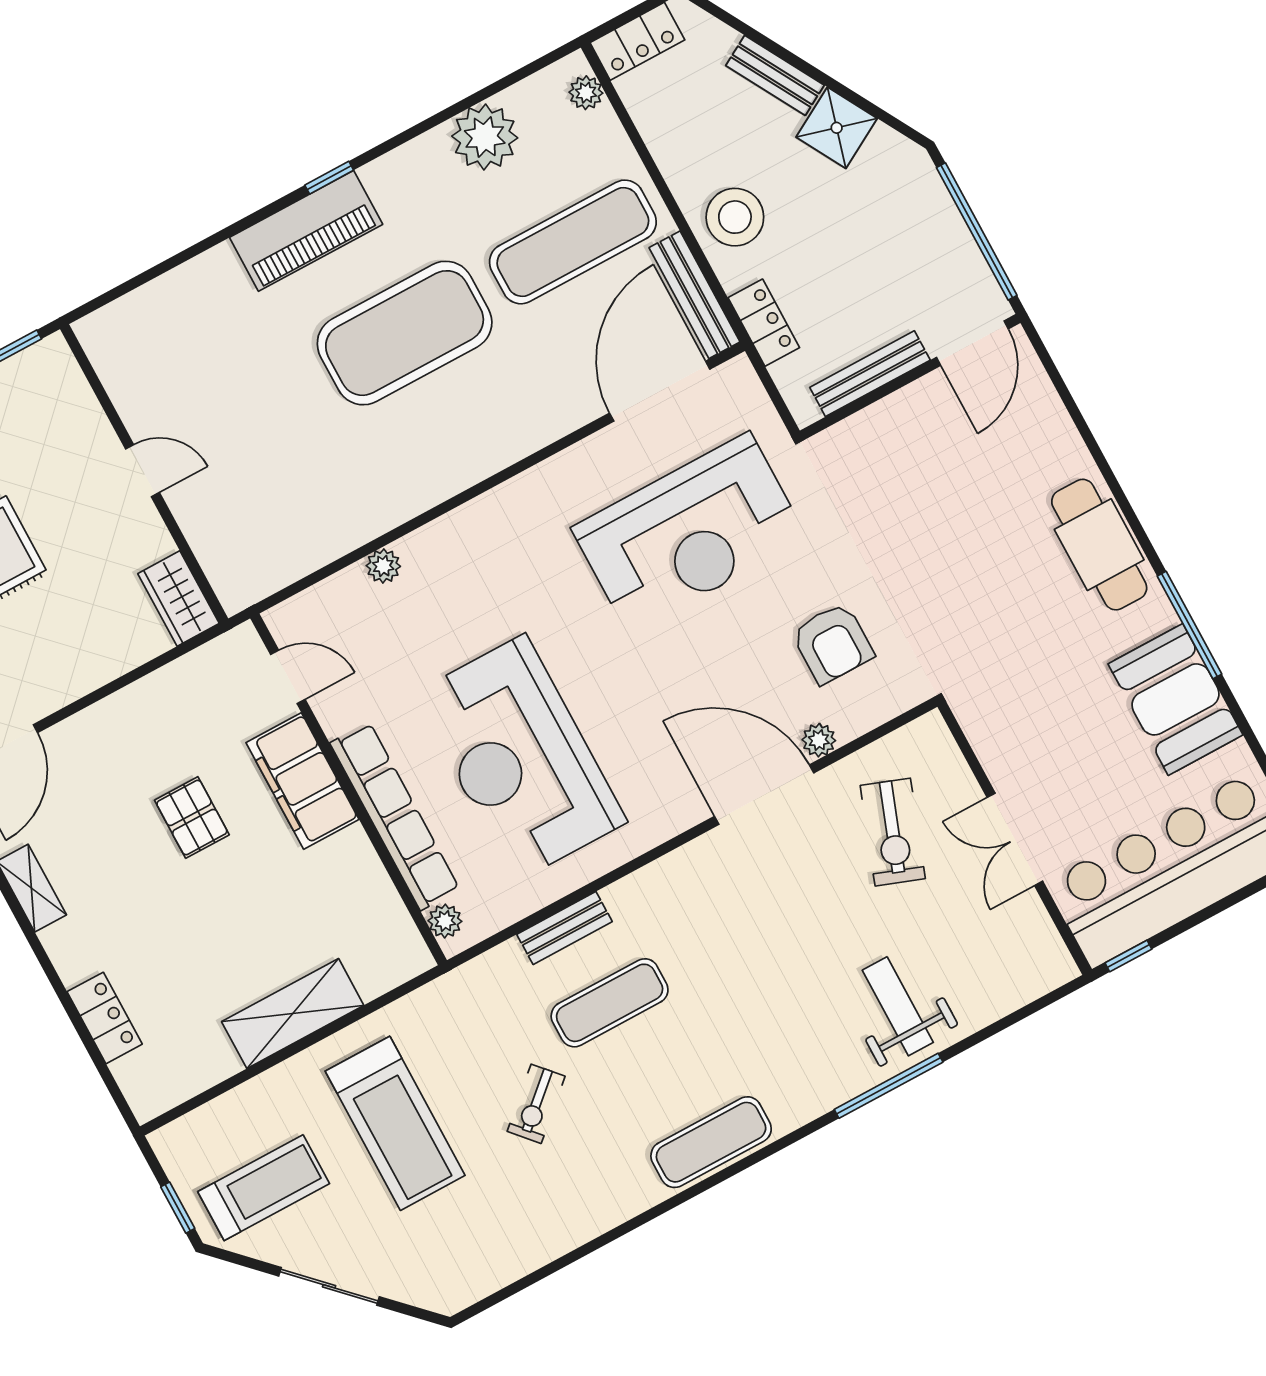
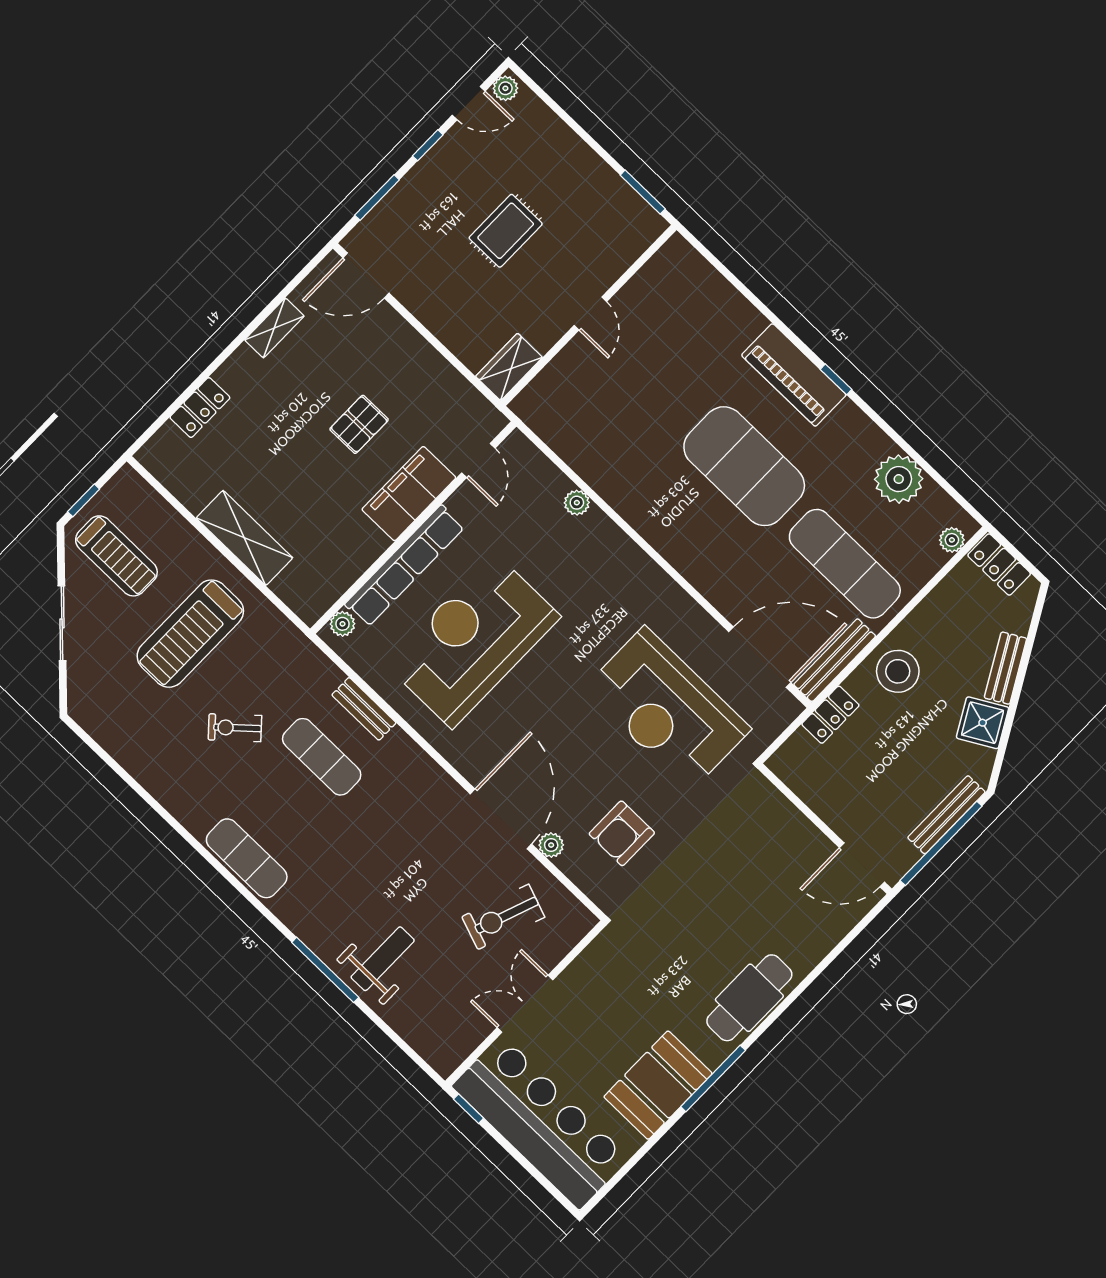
bench: (870, 374) -> (946, 815), moved, turned 90

